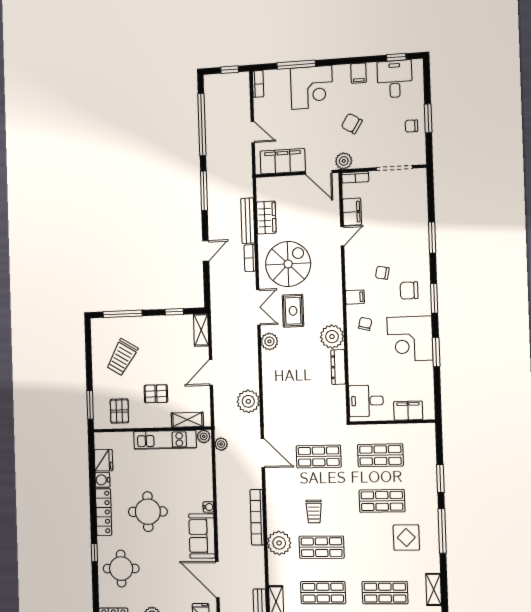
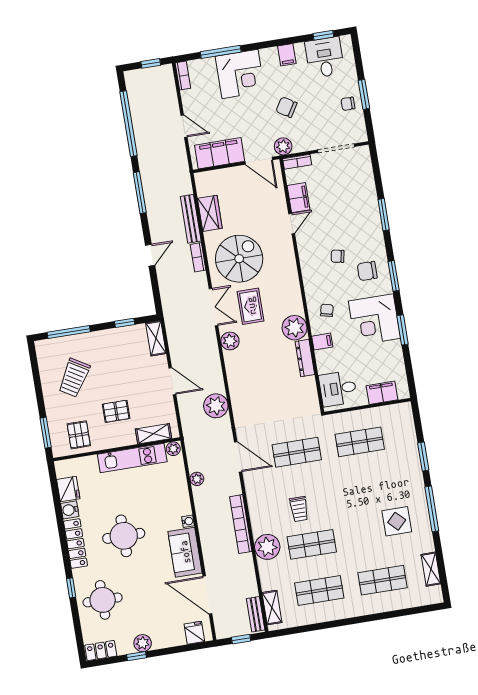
filing cabinet: (355, 297) -> (322, 342), moved
door: (211, 372) -> (172, 381), swing flipped
plant: (221, 444) -> (197, 479), moved
shop shelf: (382, 501) -> (367, 488), removed

